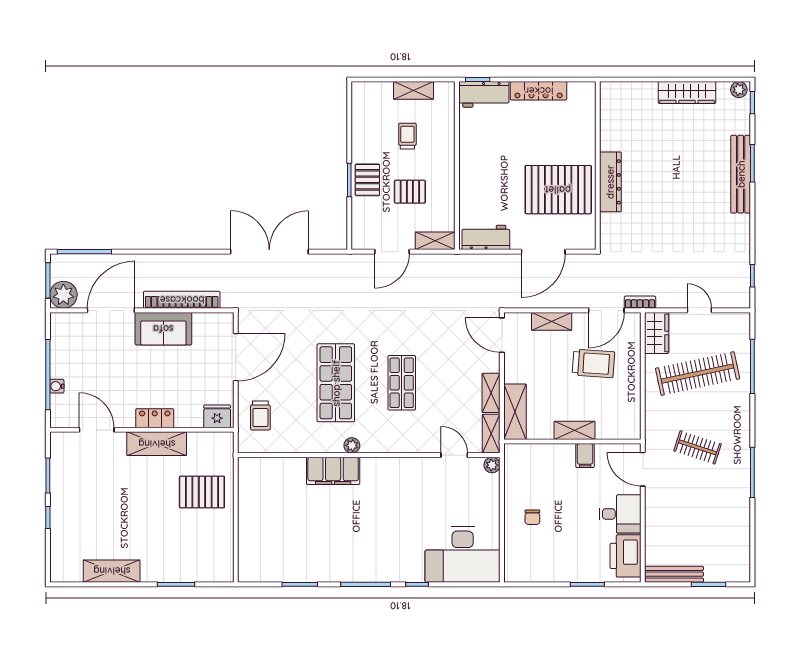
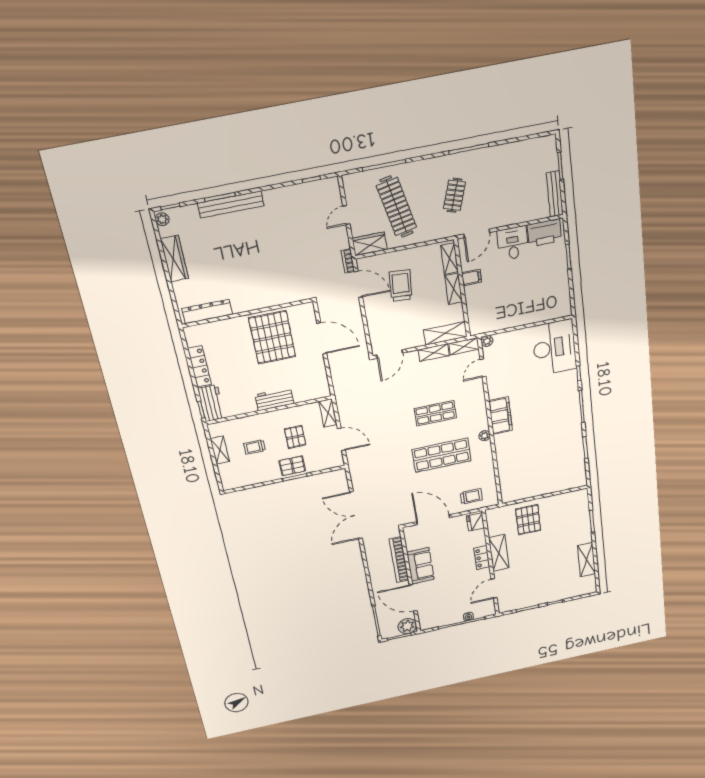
dresser: (610, 182) -> (207, 311), moved
workbench: (486, 237) -> (274, 399), moved, turned 90
shelving: (552, 321) -> (450, 258), moved
filing cabinet: (333, 471) -> (501, 416), moved
chair: (532, 517) -> (522, 305), removed

